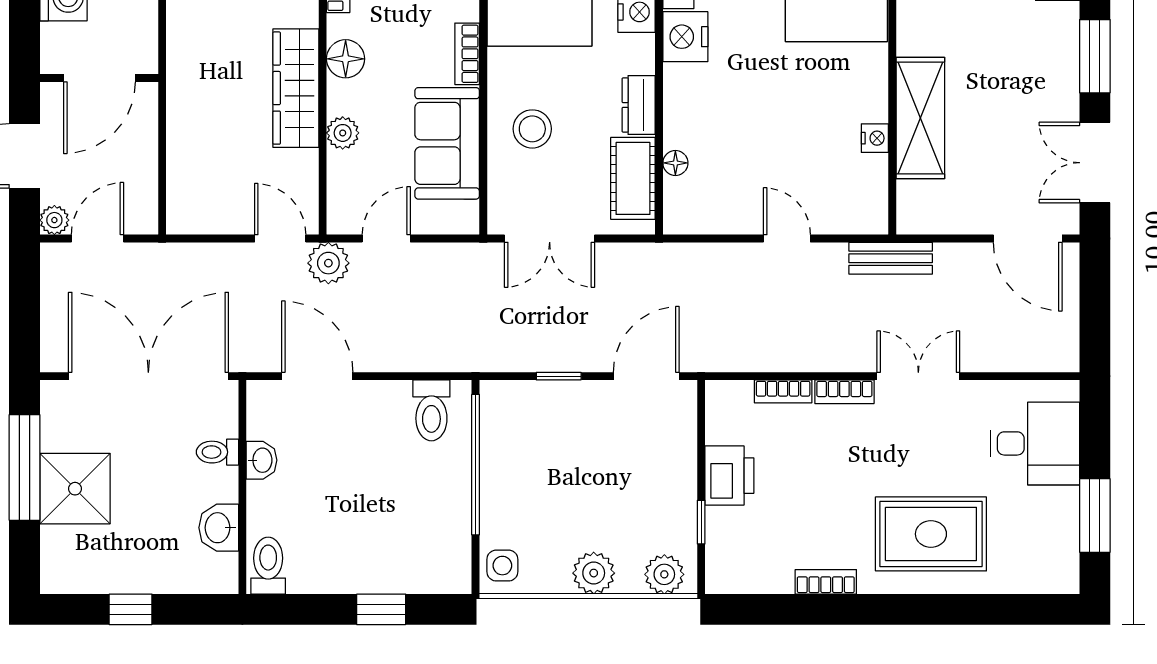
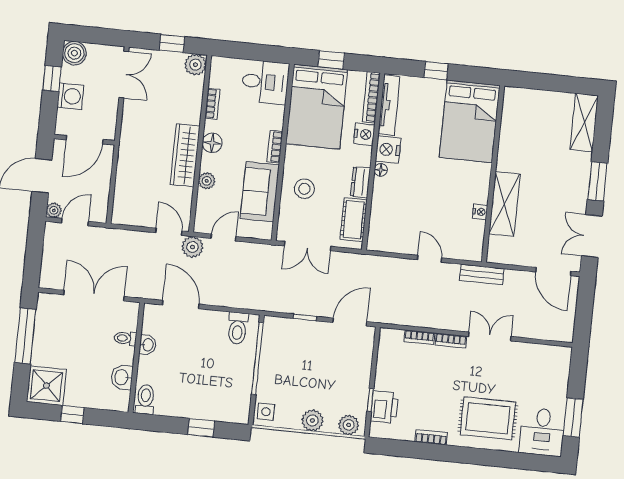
floor lamp: (675, 163) -> (381, 170), moved
double door: (148, 376) -> (94, 296), width x0.73
desk: (1035, 443) -> (542, 432), moved, turned 90
printer: (729, 476) -> (384, 407), moved
shower: (75, 489) -> (46, 386), moved

